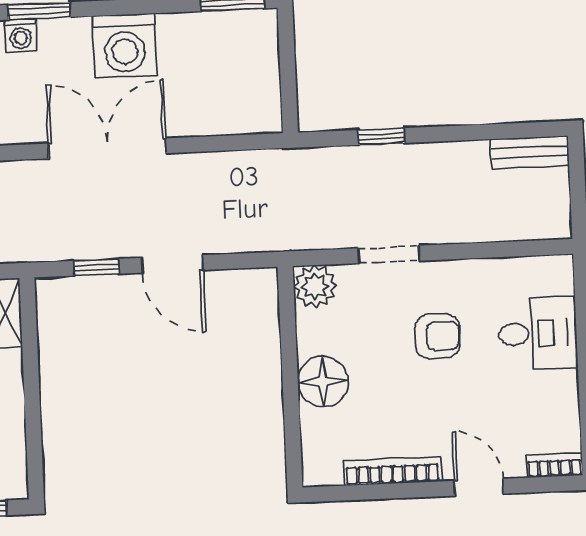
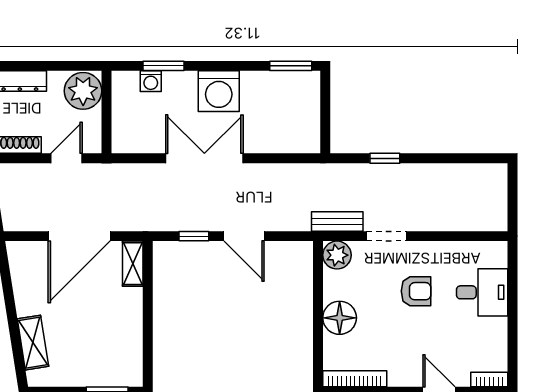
bench: (530, 152) -> (337, 221), moved
bookcase: (392, 471) -> (355, 379), moved

